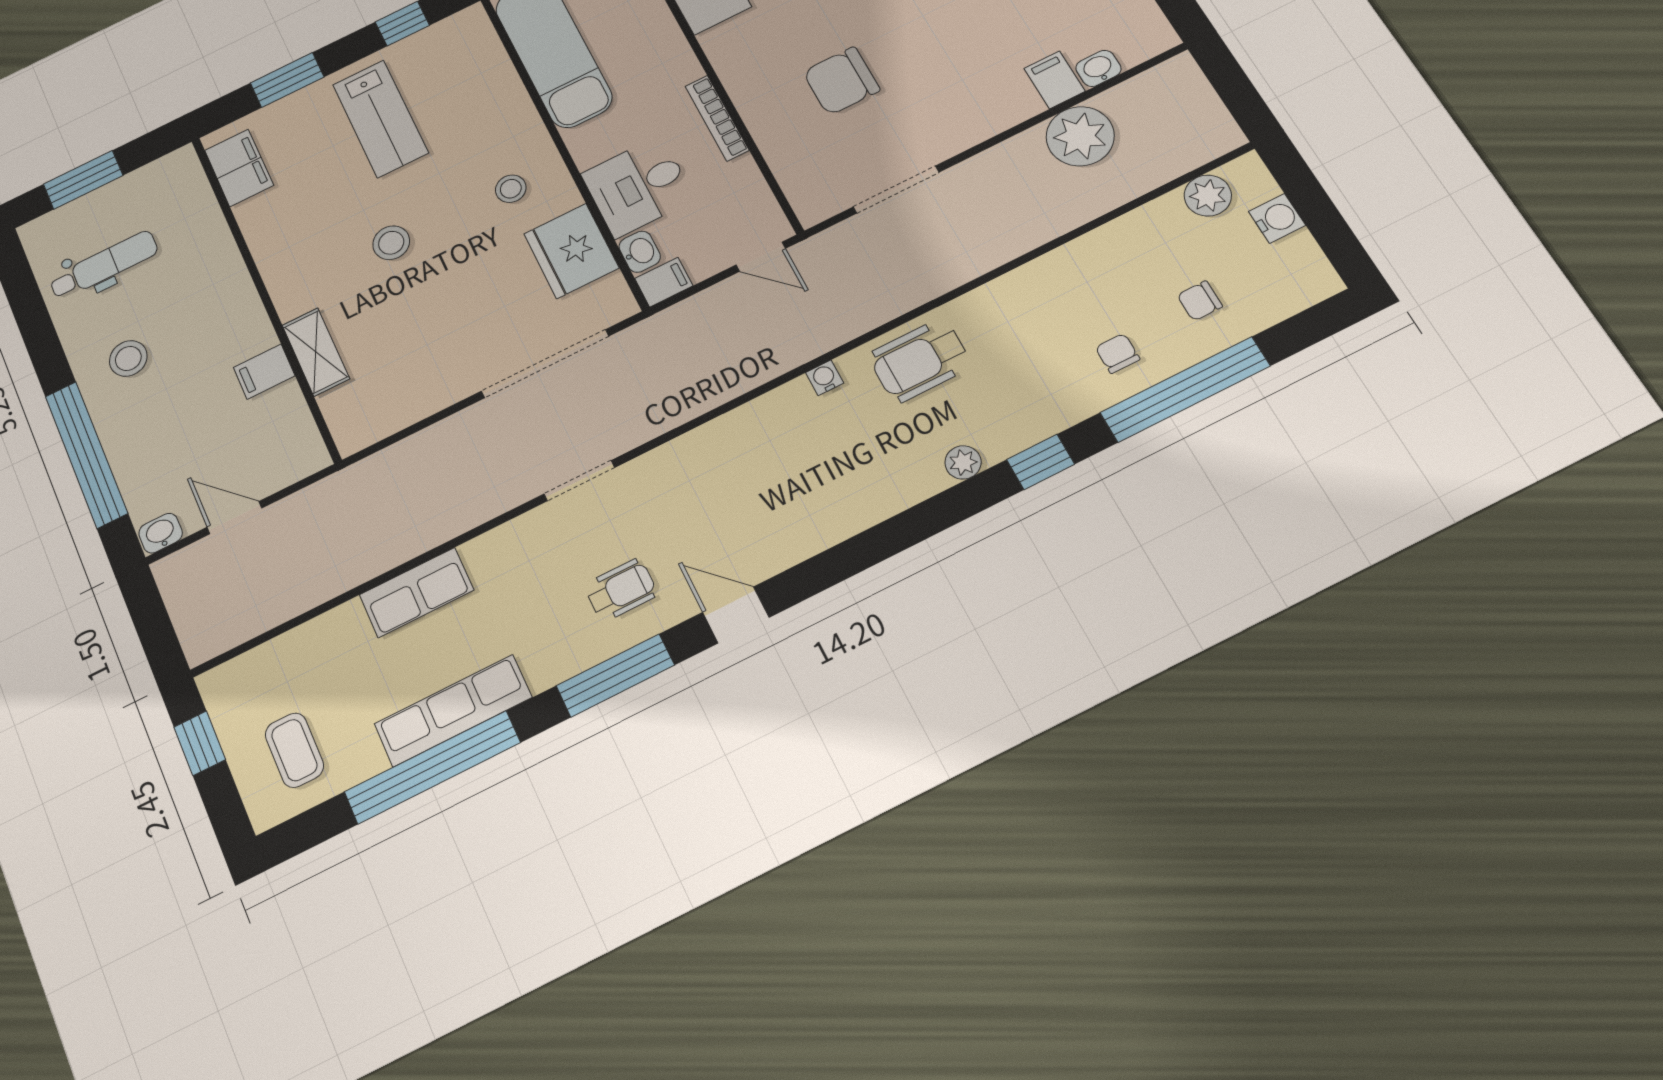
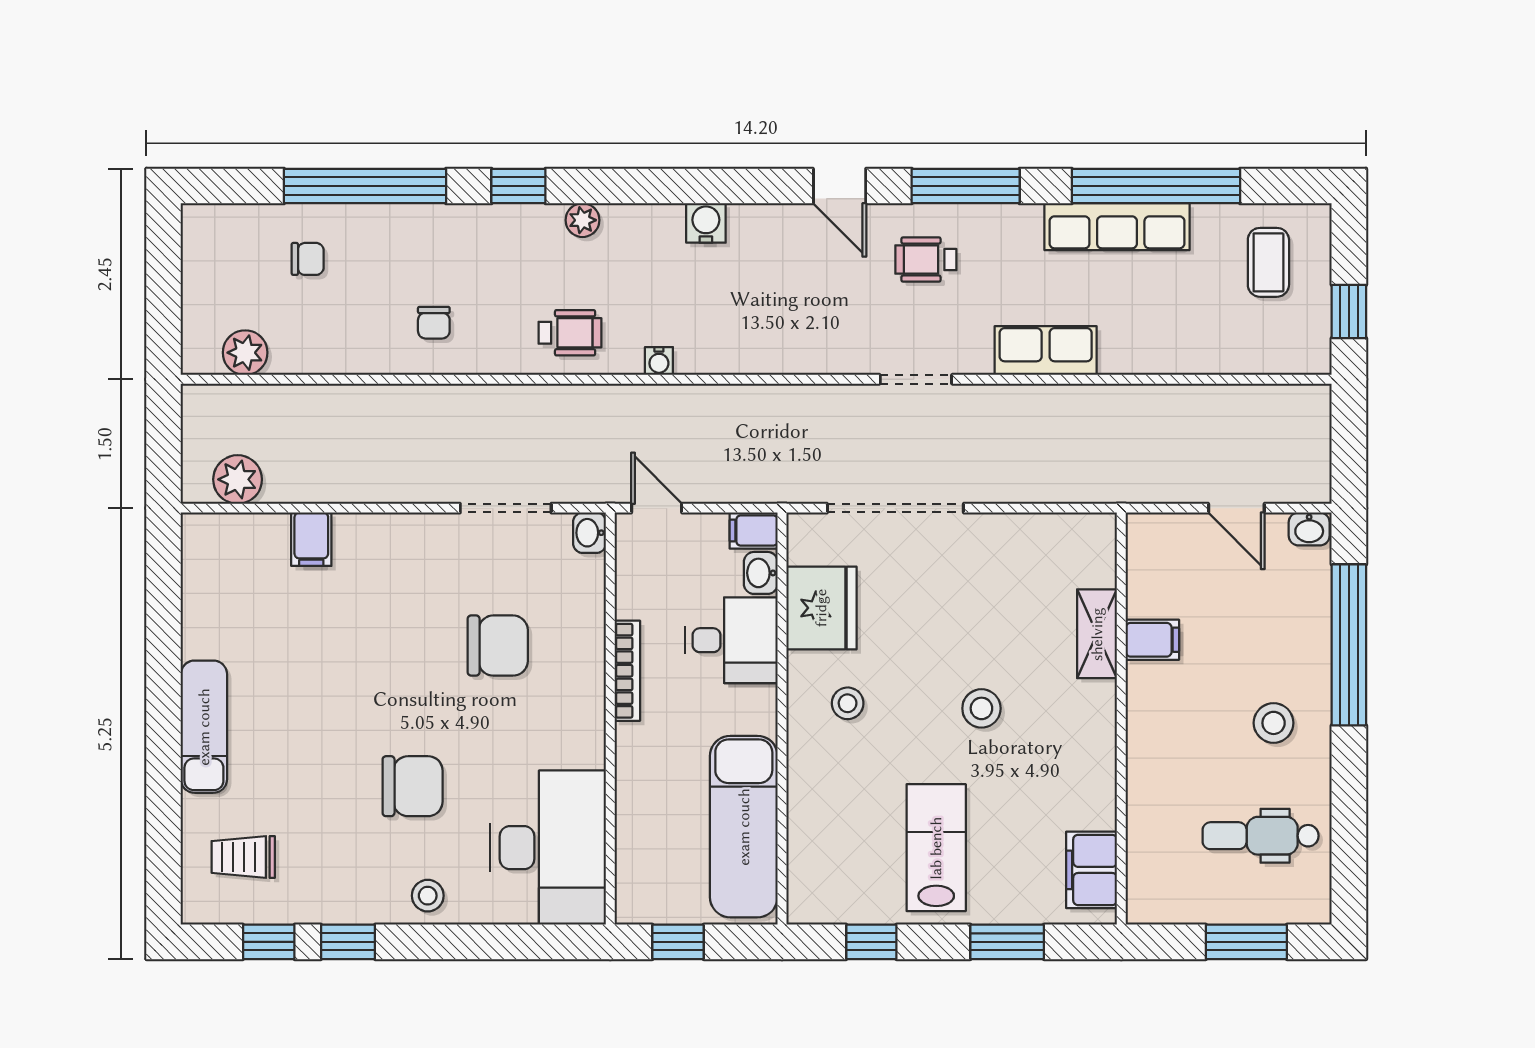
washbasin: (1098, 68) -> (590, 533), moved, turned 90
plant: (1080, 136) -> (238, 479), moved, width x0.73, depth x0.73
water cooler: (1277, 218) -> (706, 223), moved, turned 90
chair: (1118, 353) -> (434, 323), moved
wheelchair: (920, 360) -> (570, 333), width x0.73, depth x0.73
row of seats: (417, 592) -> (1046, 351), moved

